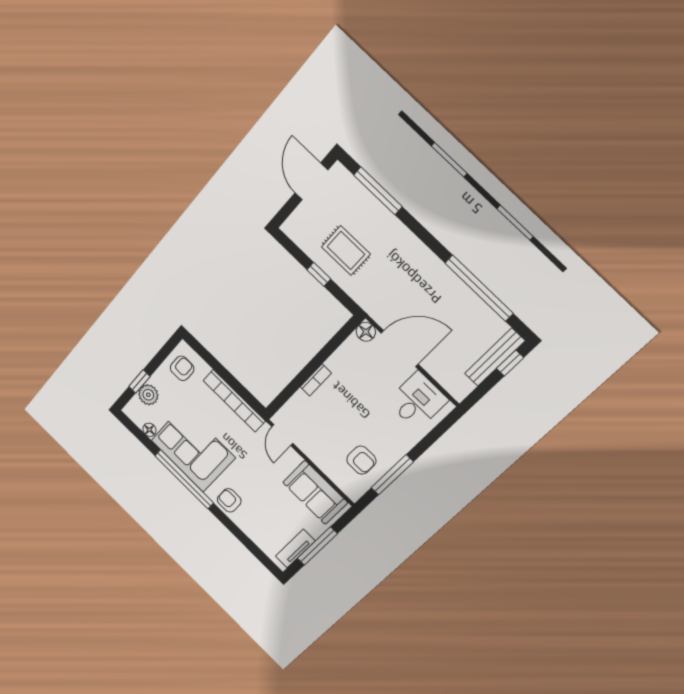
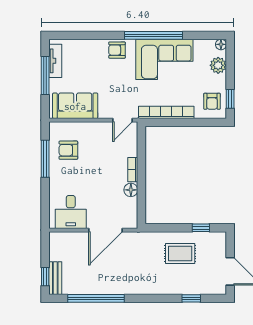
window: (378, 191) -> (191, 298), width x0.46
window: (319, 274) -> (201, 228), moved
floor lamp: (366, 332) -> (131, 190), moved
bench: (495, 357) -> (55, 278), width x0.73
window: (139, 381) -> (230, 99), moved
floor lamp: (149, 430) -> (221, 44), moved
door: (282, 435) -> (123, 120), swing flipped
armchair: (229, 500) -> (117, 50), turned 180

